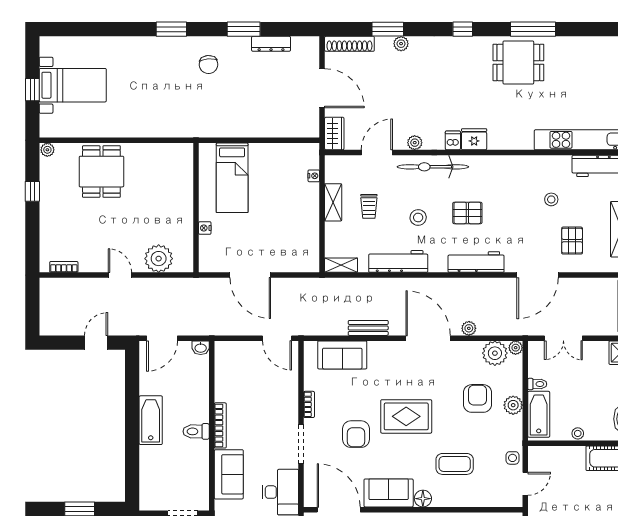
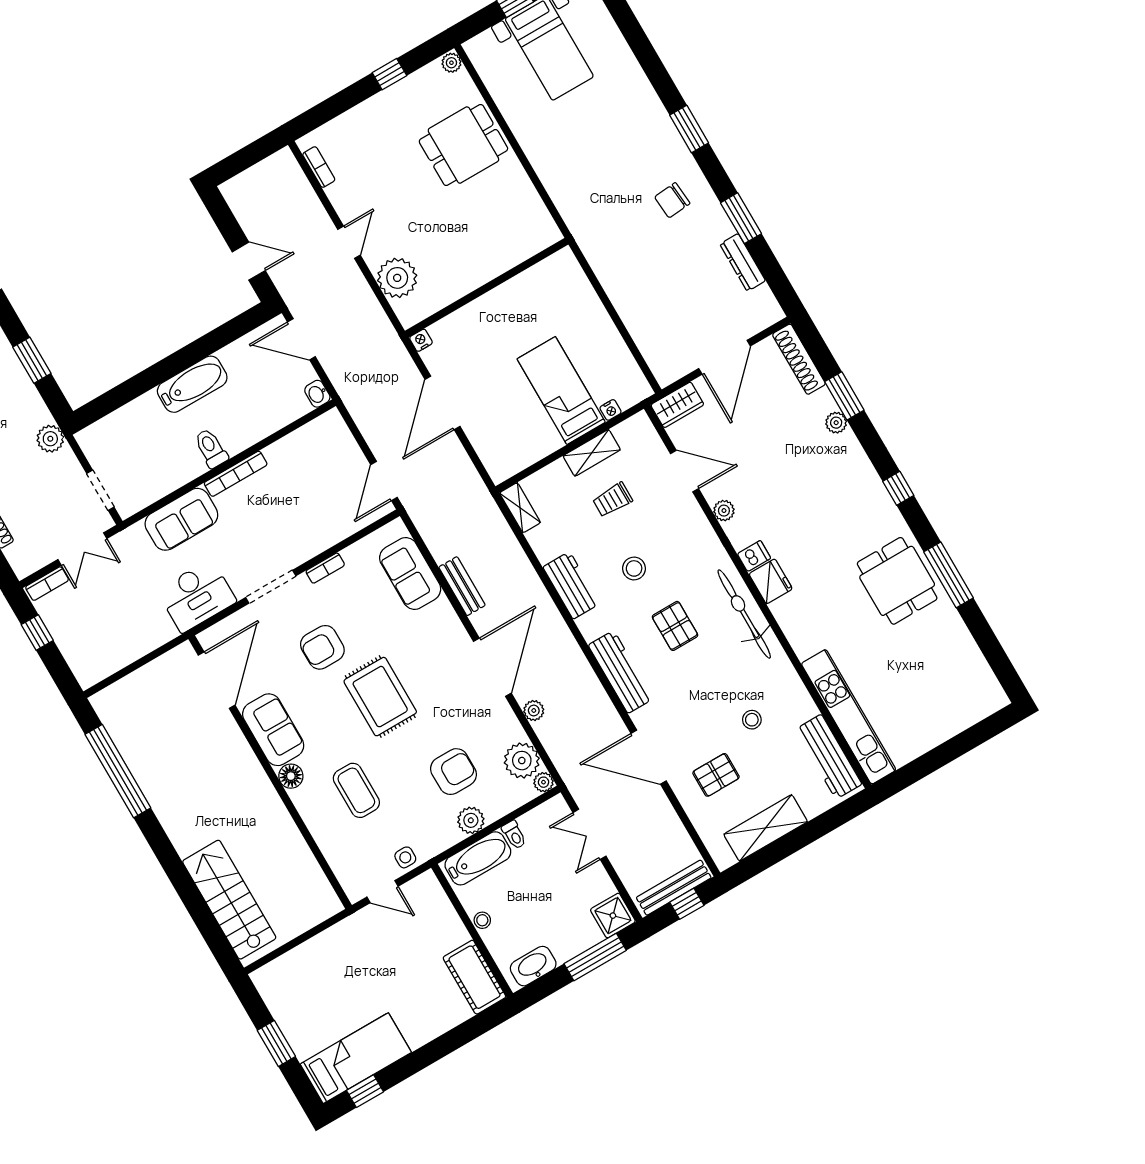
bicycle: (433, 167) -> (744, 614), moved
bed: (232, 178) -> (561, 391), moved, turned 90
nightstand: (205, 228) -> (421, 340), moved
workbench: (398, 261) -> (571, 585), width x0.73

